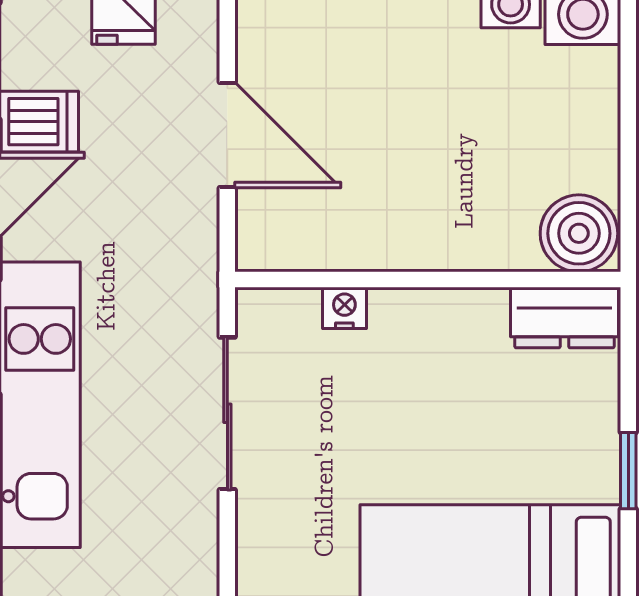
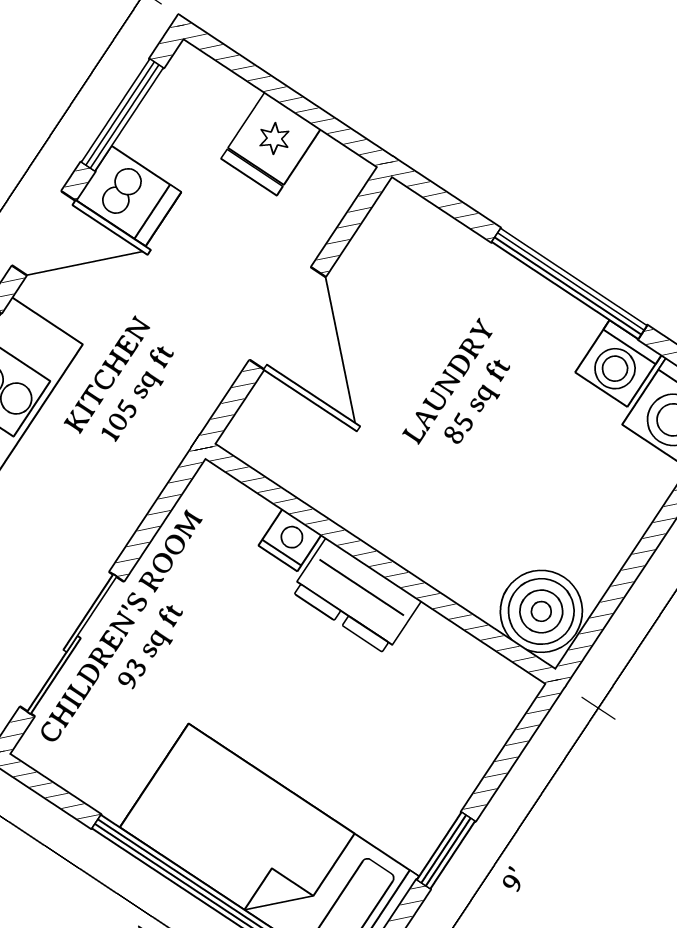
dresser: (564, 318) -> (356, 596), moved
sliding door: (227, 413) -> (72, 644), moved

